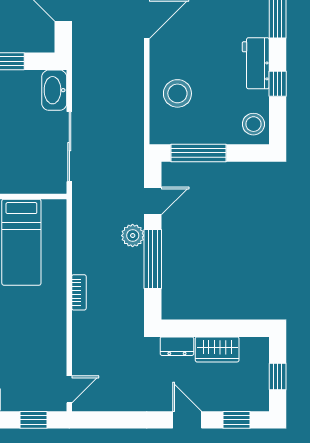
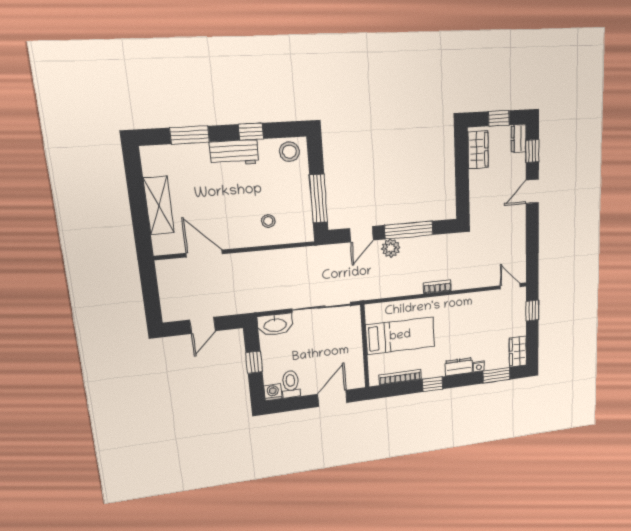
stool: (177, 93) -> (268, 221), width x0.53, depth x0.53
door: (153, 201) -> (362, 234), swing flipped
dresser: (177, 346) -> (519, 139), moved, turned 180
wardrobe: (217, 349) -> (478, 150), moved

